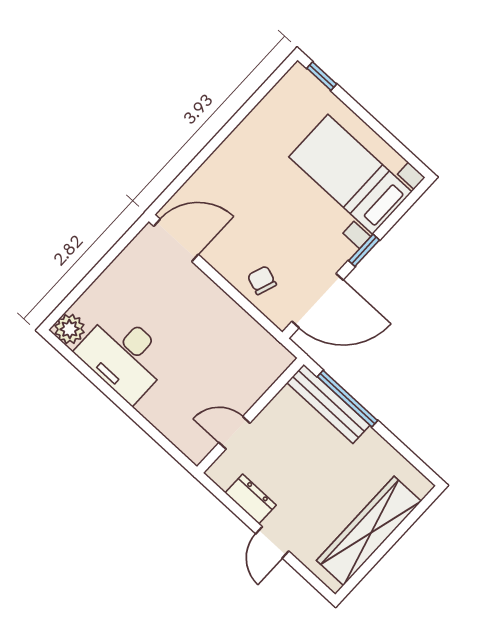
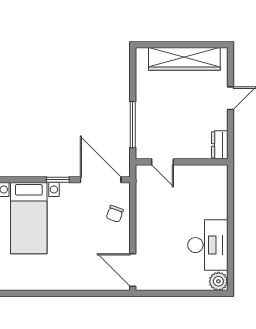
bench: (328, 404) -> (143, 131), removed
door: (234, 433) -> (163, 162), moved
dresser: (251, 499) -> (220, 145), moved

